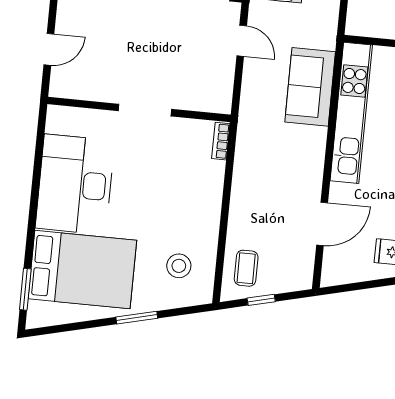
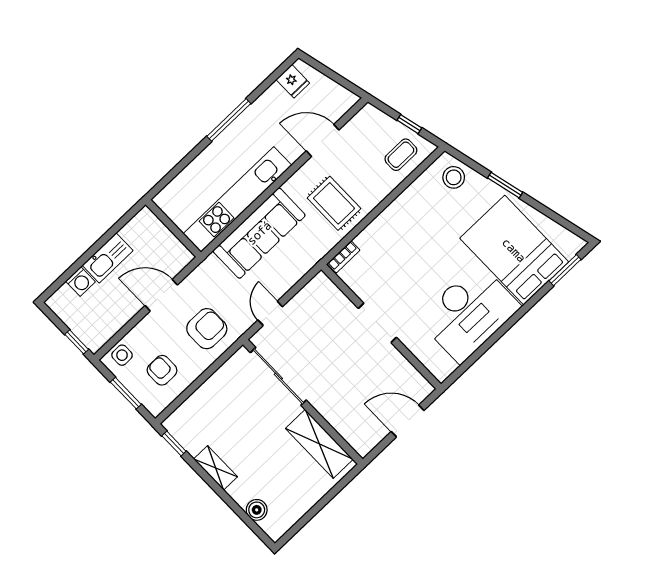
door: (49, 49) -> (408, 421), width x1.38
sofa: (310, 87) -> (259, 233), width x1.36
rug: (267, 179) -> (334, 203), added
stool: (179, 266) -> (454, 177), moved

